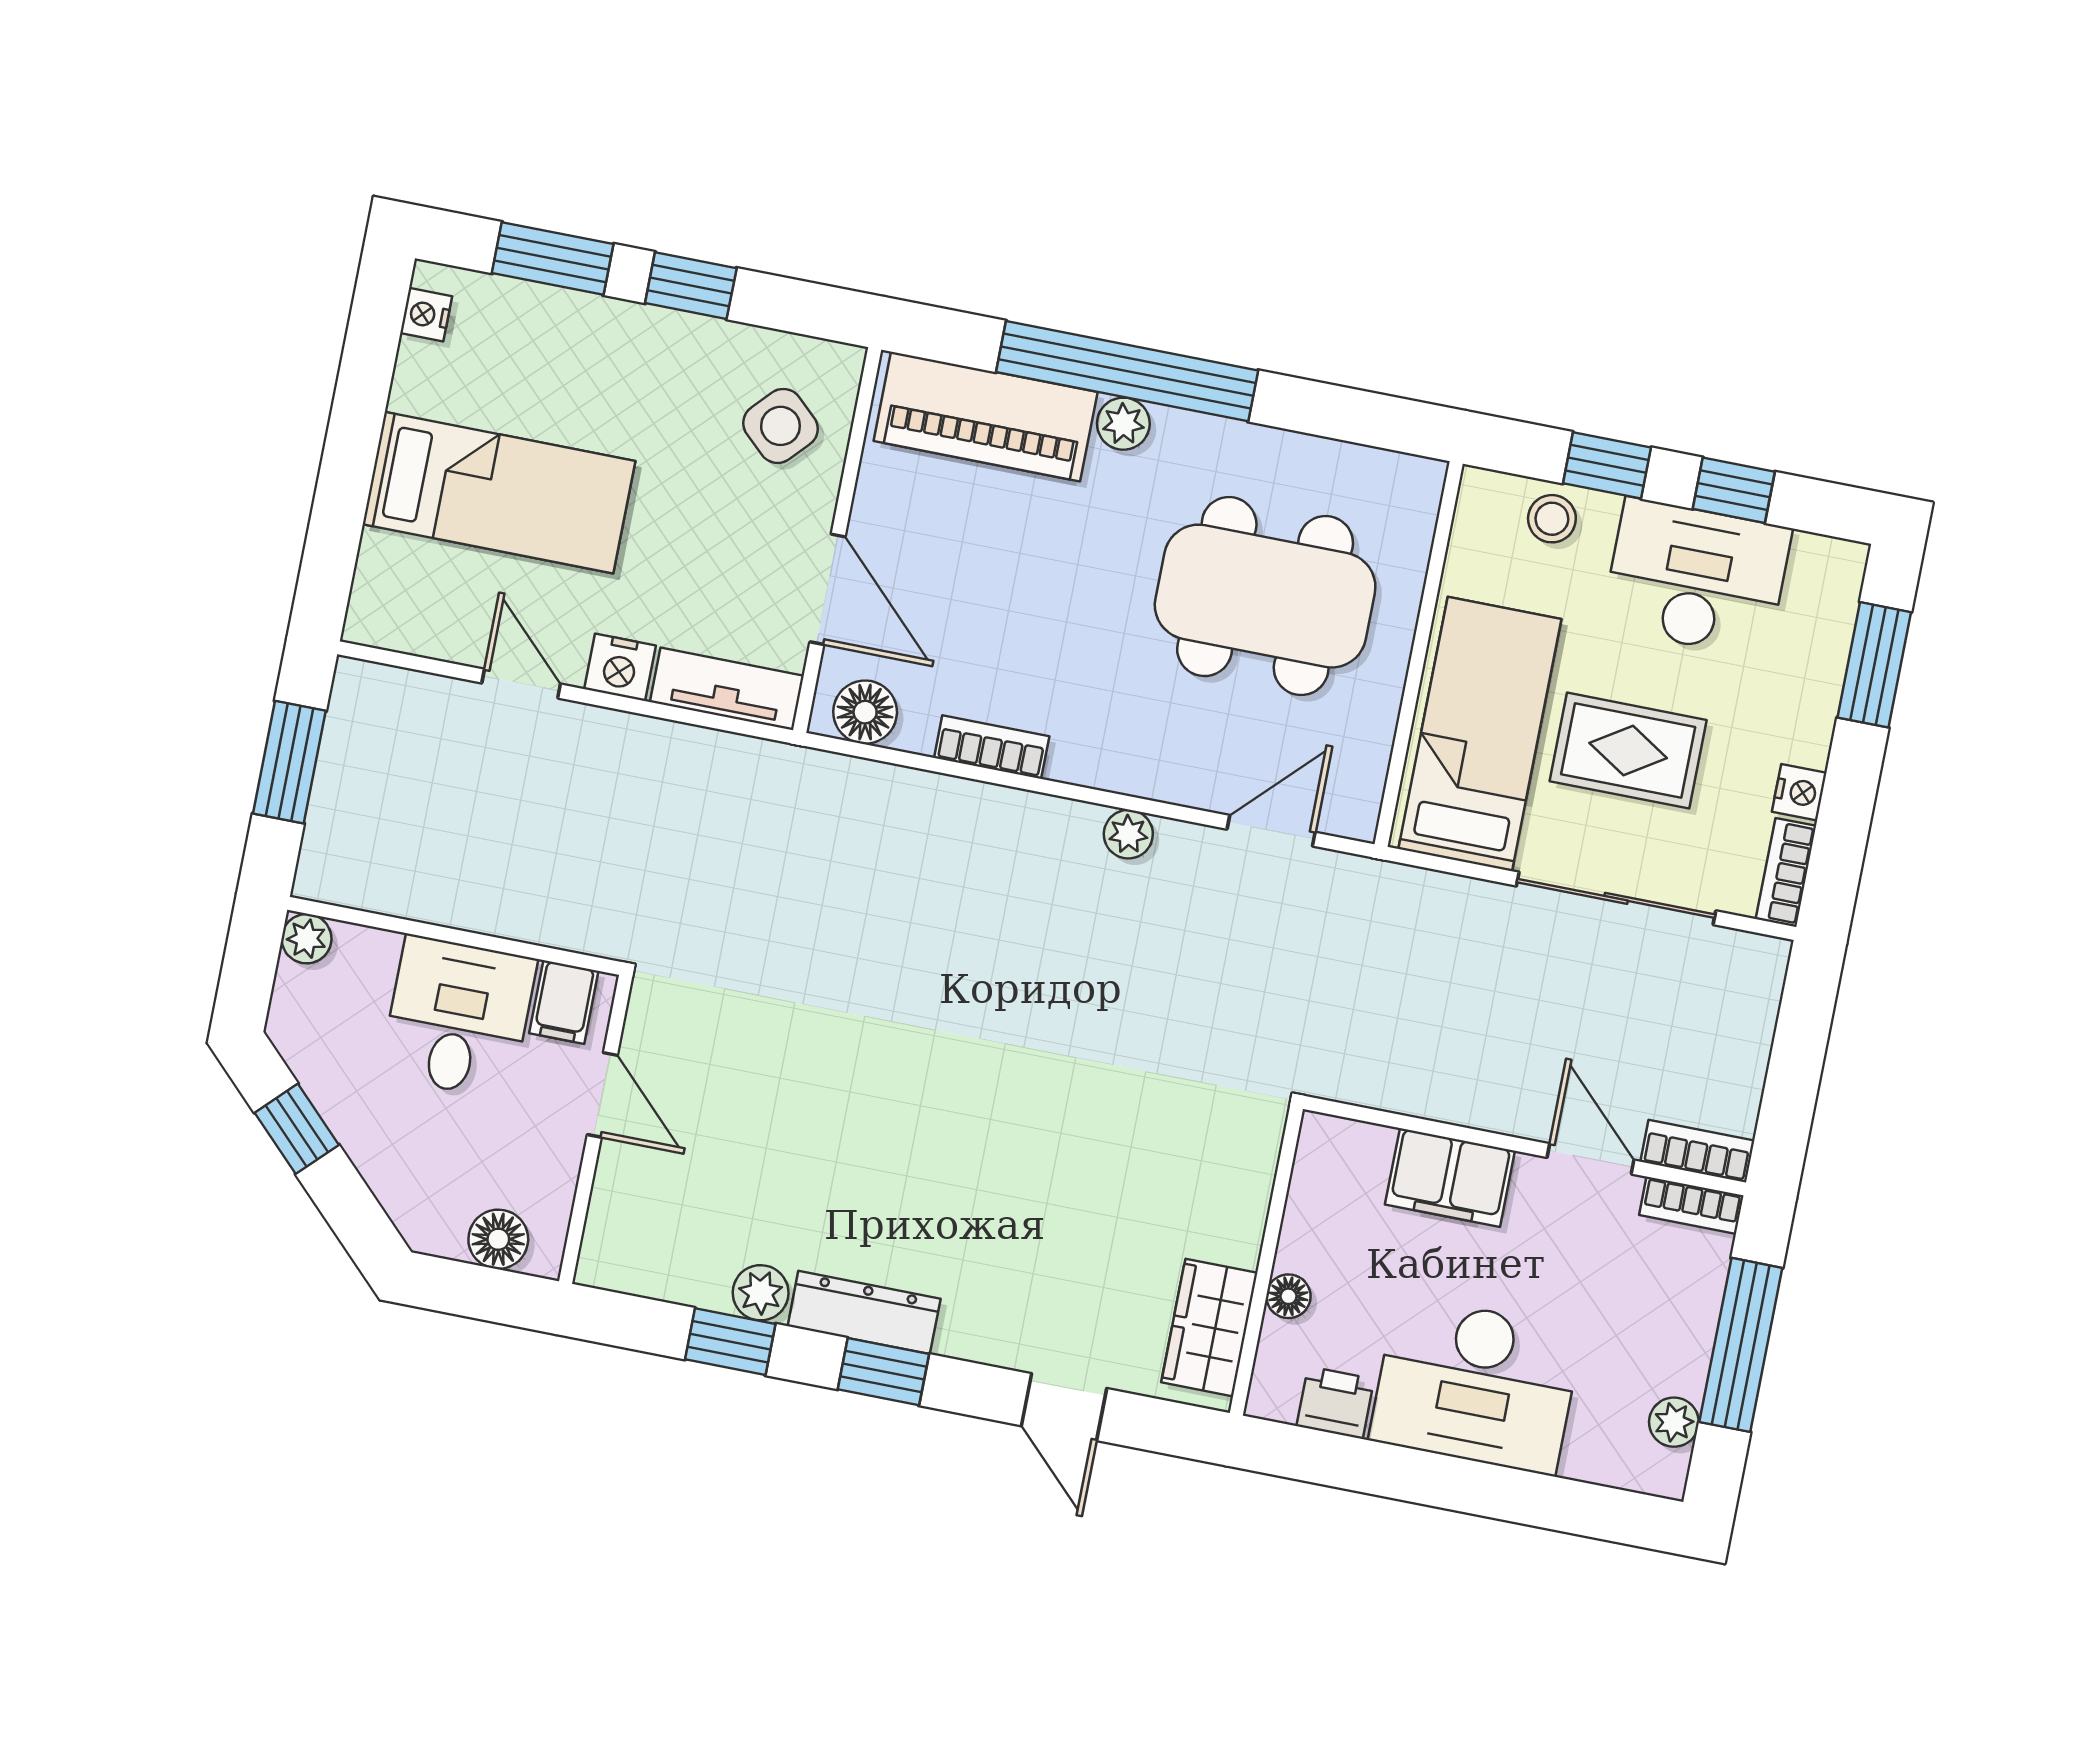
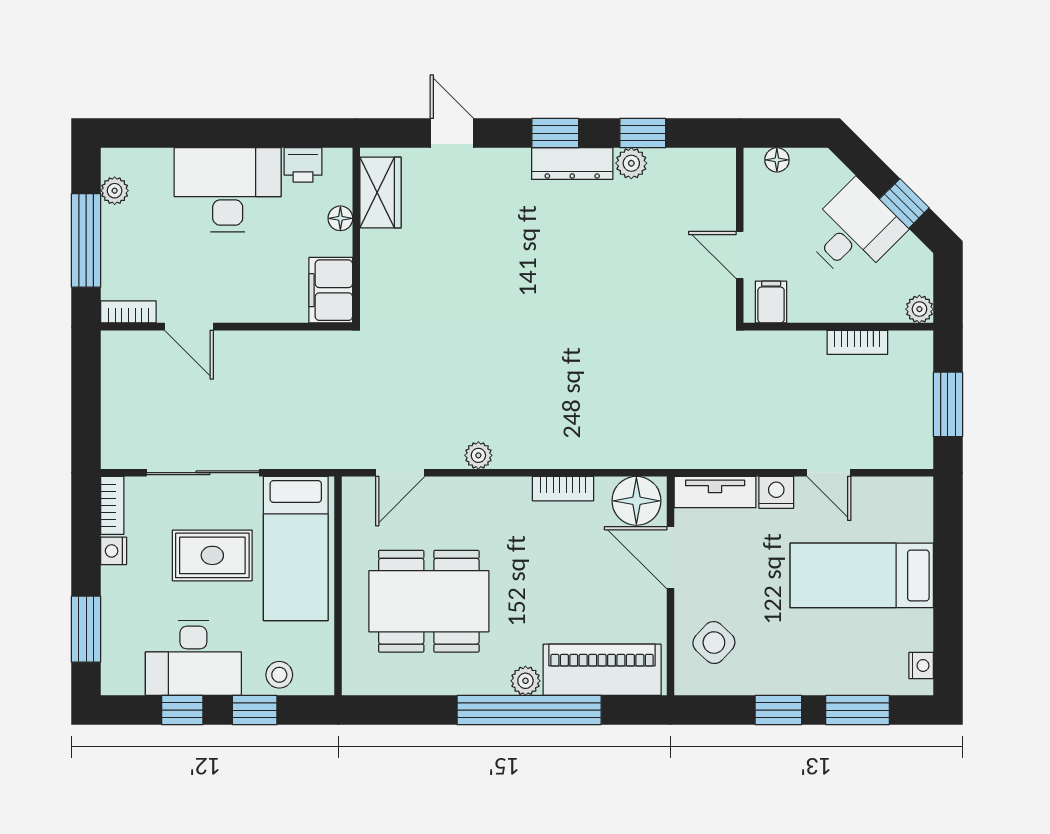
floor lamp: (865, 712) -> (636, 501), width x1.38, depth x1.38
desk: (458, 1017) -> (854, 231), moved, turned -135
bookcase: (1697, 1151) -> (857, 342), moved
filing cabinet: (1450, 1178) -> (331, 290), moved, turned -90
floor lamp: (498, 1239) -> (777, 160), width x0.73, depth x0.73

